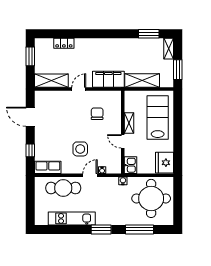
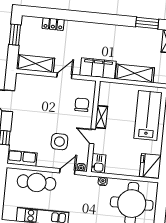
shelving: (129, 123) -> (101, 117), moved
wall: (123, 132) -> (93, 126), moved
door: (123, 141) -> (92, 136), moved
kitchen sink: (130, 165) -> (98, 163), moved

